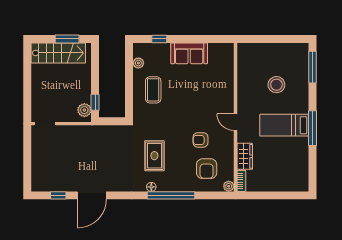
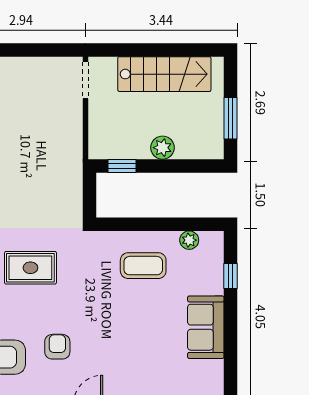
stairs: (58, 53) -> (164, 74), moved, turned -90
plant: (84, 110) -> (162, 148), moved

